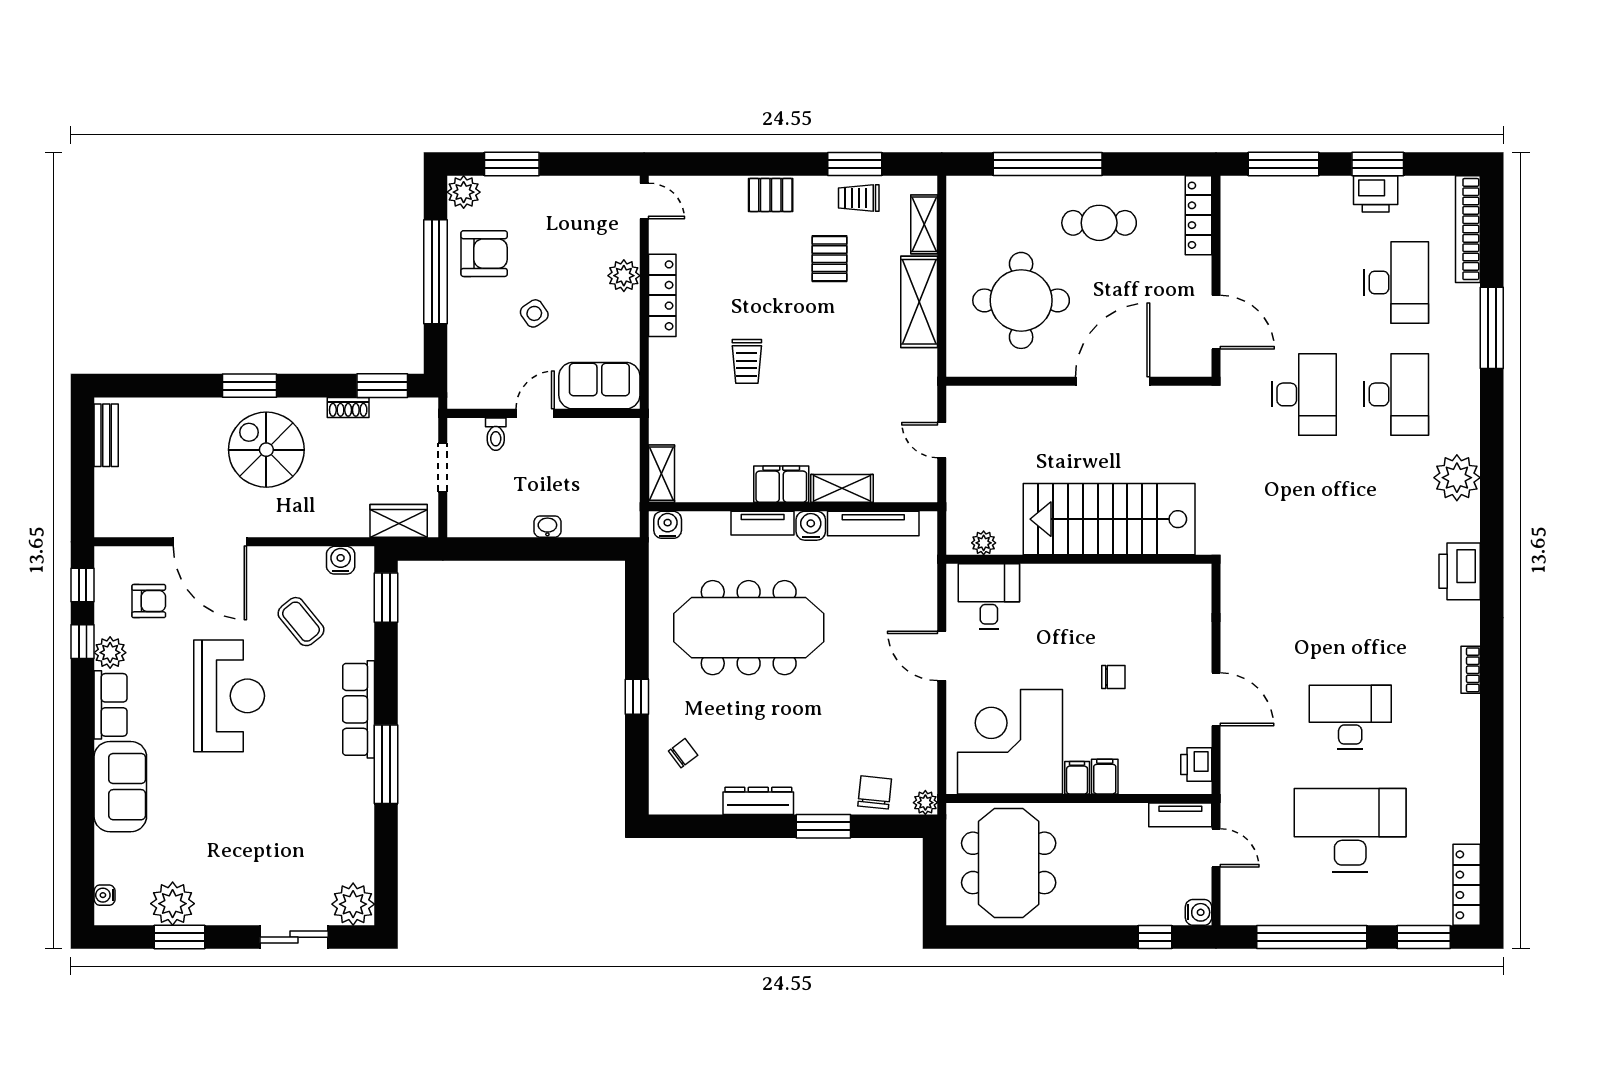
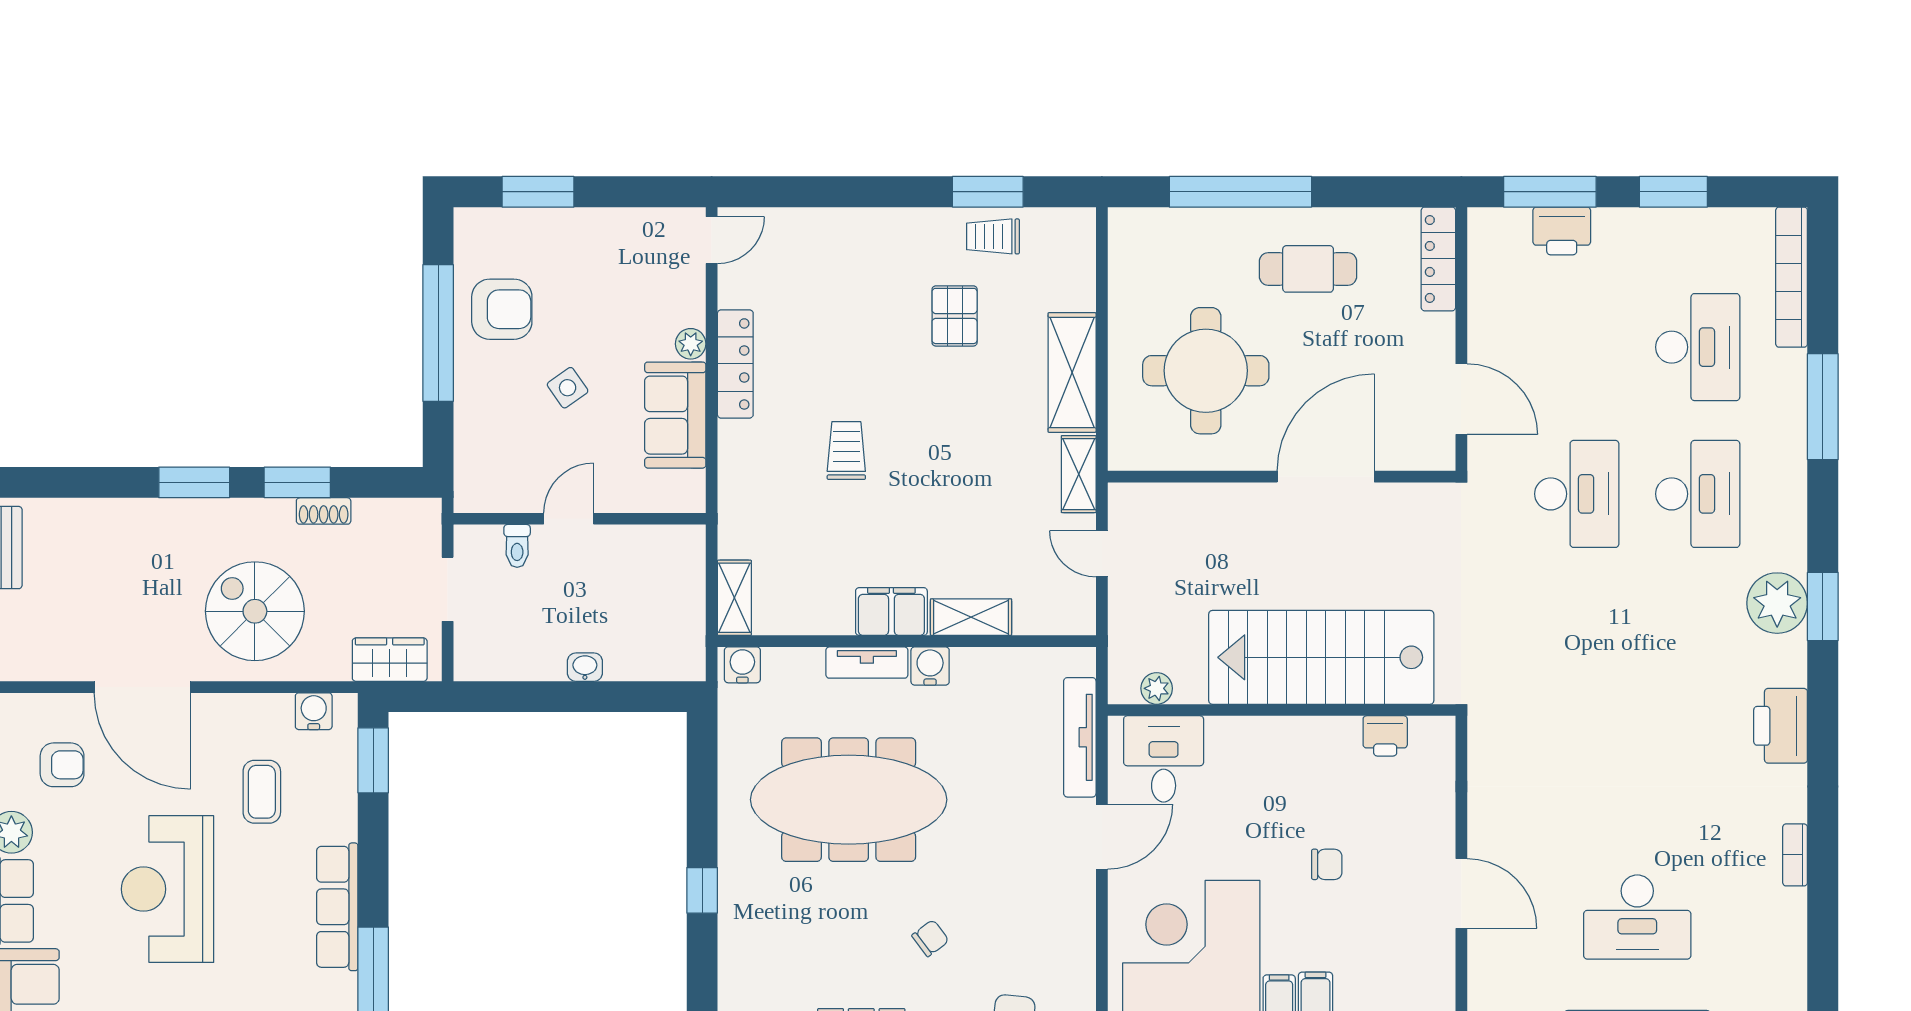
plant: (464, 192) -> (475, 229), removed
printer: (1376, 194) -> (1562, 231), moved
pallet: (771, 195) -> (878, 232), removed
door: (644, 201) -> (712, 240), hinge flipped
shelving: (924, 224) -> (1079, 474), moved
plant: (624, 276) -> (691, 344), width x0.73, depth x0.73
trolley: (747, 361) -> (846, 451), turned 180
window: (382, 386) -> (297, 482), moved
sofa: (599, 386) -> (675, 415), moved, turned -90
spiral stairs: (266, 450) -> (255, 611), moved
window: (1492, 480) -> (1823, 606), added
tv unit: (873, 523) -> (1080, 737), moved, turned 90
coffee table: (301, 622) -> (262, 792), turned 39
door: (942, 656) -> (1102, 837), swing flipped
reception desk: (229, 696) -> (167, 889), turned 180
desk: (1350, 717) -> (1637, 917), turned 180
chair: (683, 753) -> (930, 938), moved
printer: (1196, 765) -> (1385, 736), moved, turned -90

